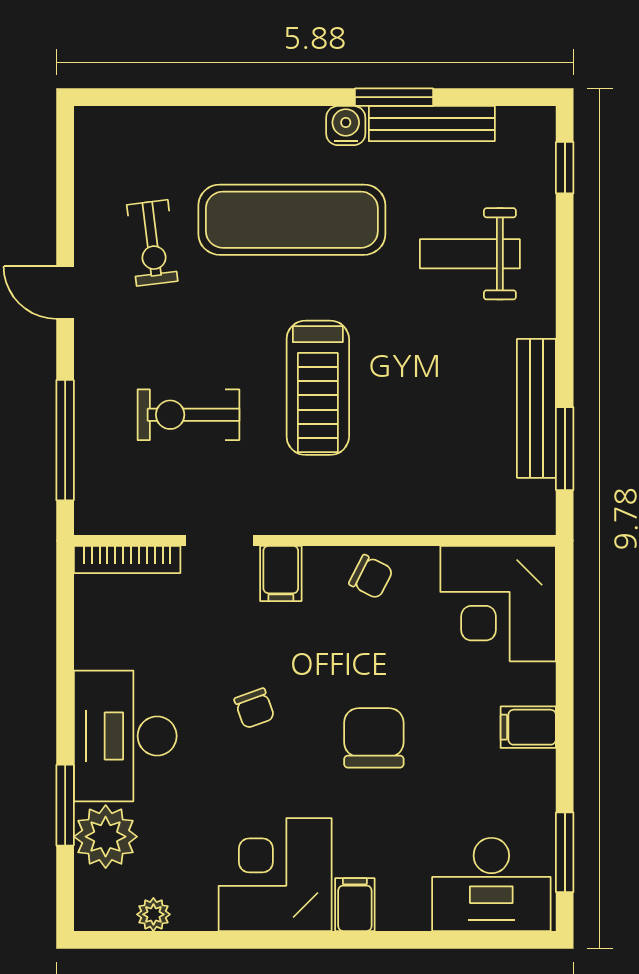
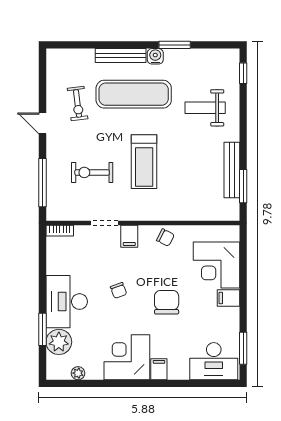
bench: (432, 124) -> (121, 56), moved
bookcase: (127, 559) -> (60, 231), width x0.64
corner desk: (498, 604) -> (216, 265), moved

